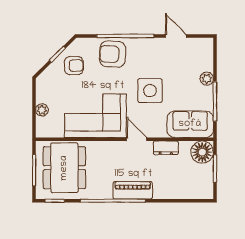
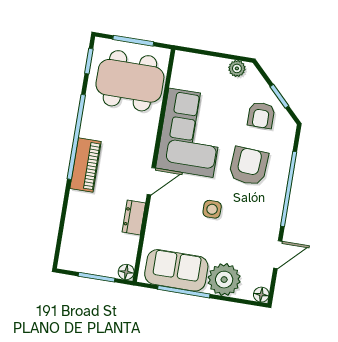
floor lamp: (208, 43) -> (261, 295), added
armchair: (113, 54) -> (249, 166), moved
plant: (207, 79) -> (224, 280), width x1.88, depth x1.88
side table: (150, 91) -> (212, 209), width x0.54, depth x0.54
plant: (42, 110) -> (237, 68), moved
sofa: (190, 124) -> (176, 270), moved, turned -90
floor lamp: (202, 152) -> (126, 272), width x0.53, depth x0.53

